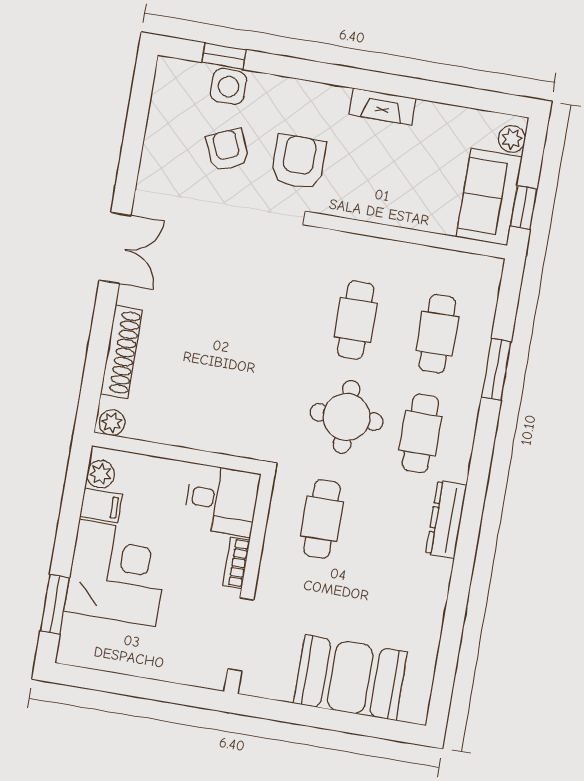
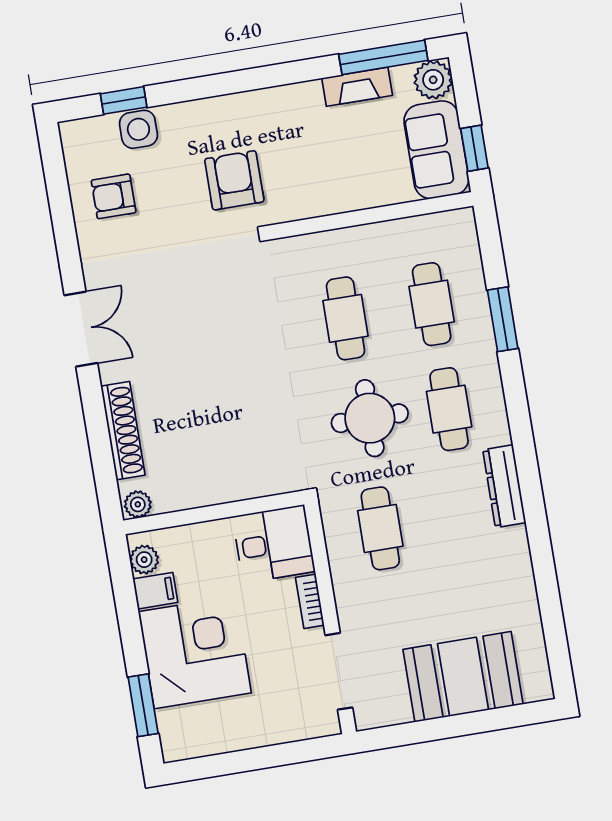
window: (470, 98) -> (383, 57), added
fireplace: (383, 107) -> (357, 87), moved
plant: (512, 139) -> (433, 80), width x1.38, depth x1.38
armchair: (227, 150) -> (114, 196), moved, turned -67

